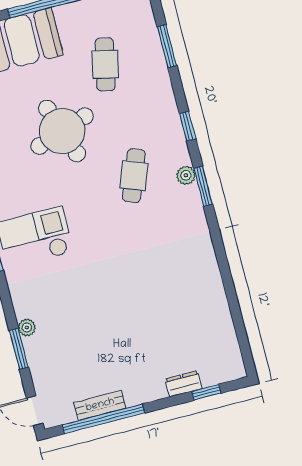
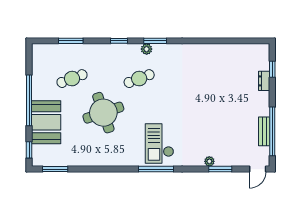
cafe table: (105, 64) -> (72, 79), turned -33
cafe table: (134, 176) -> (139, 79), turned -42

